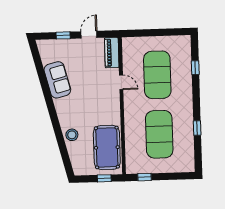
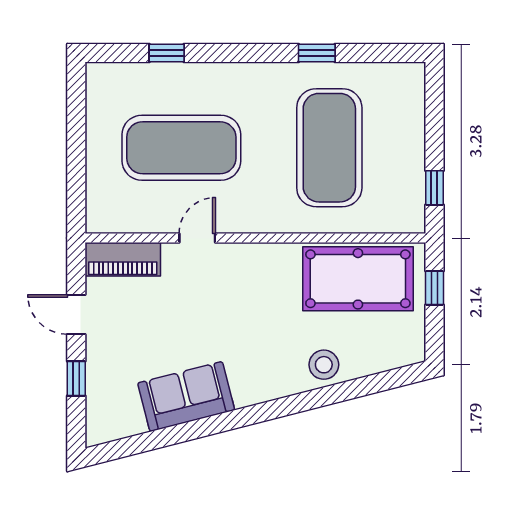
exercise mat: (159, 134) -> (329, 148), turned 90

